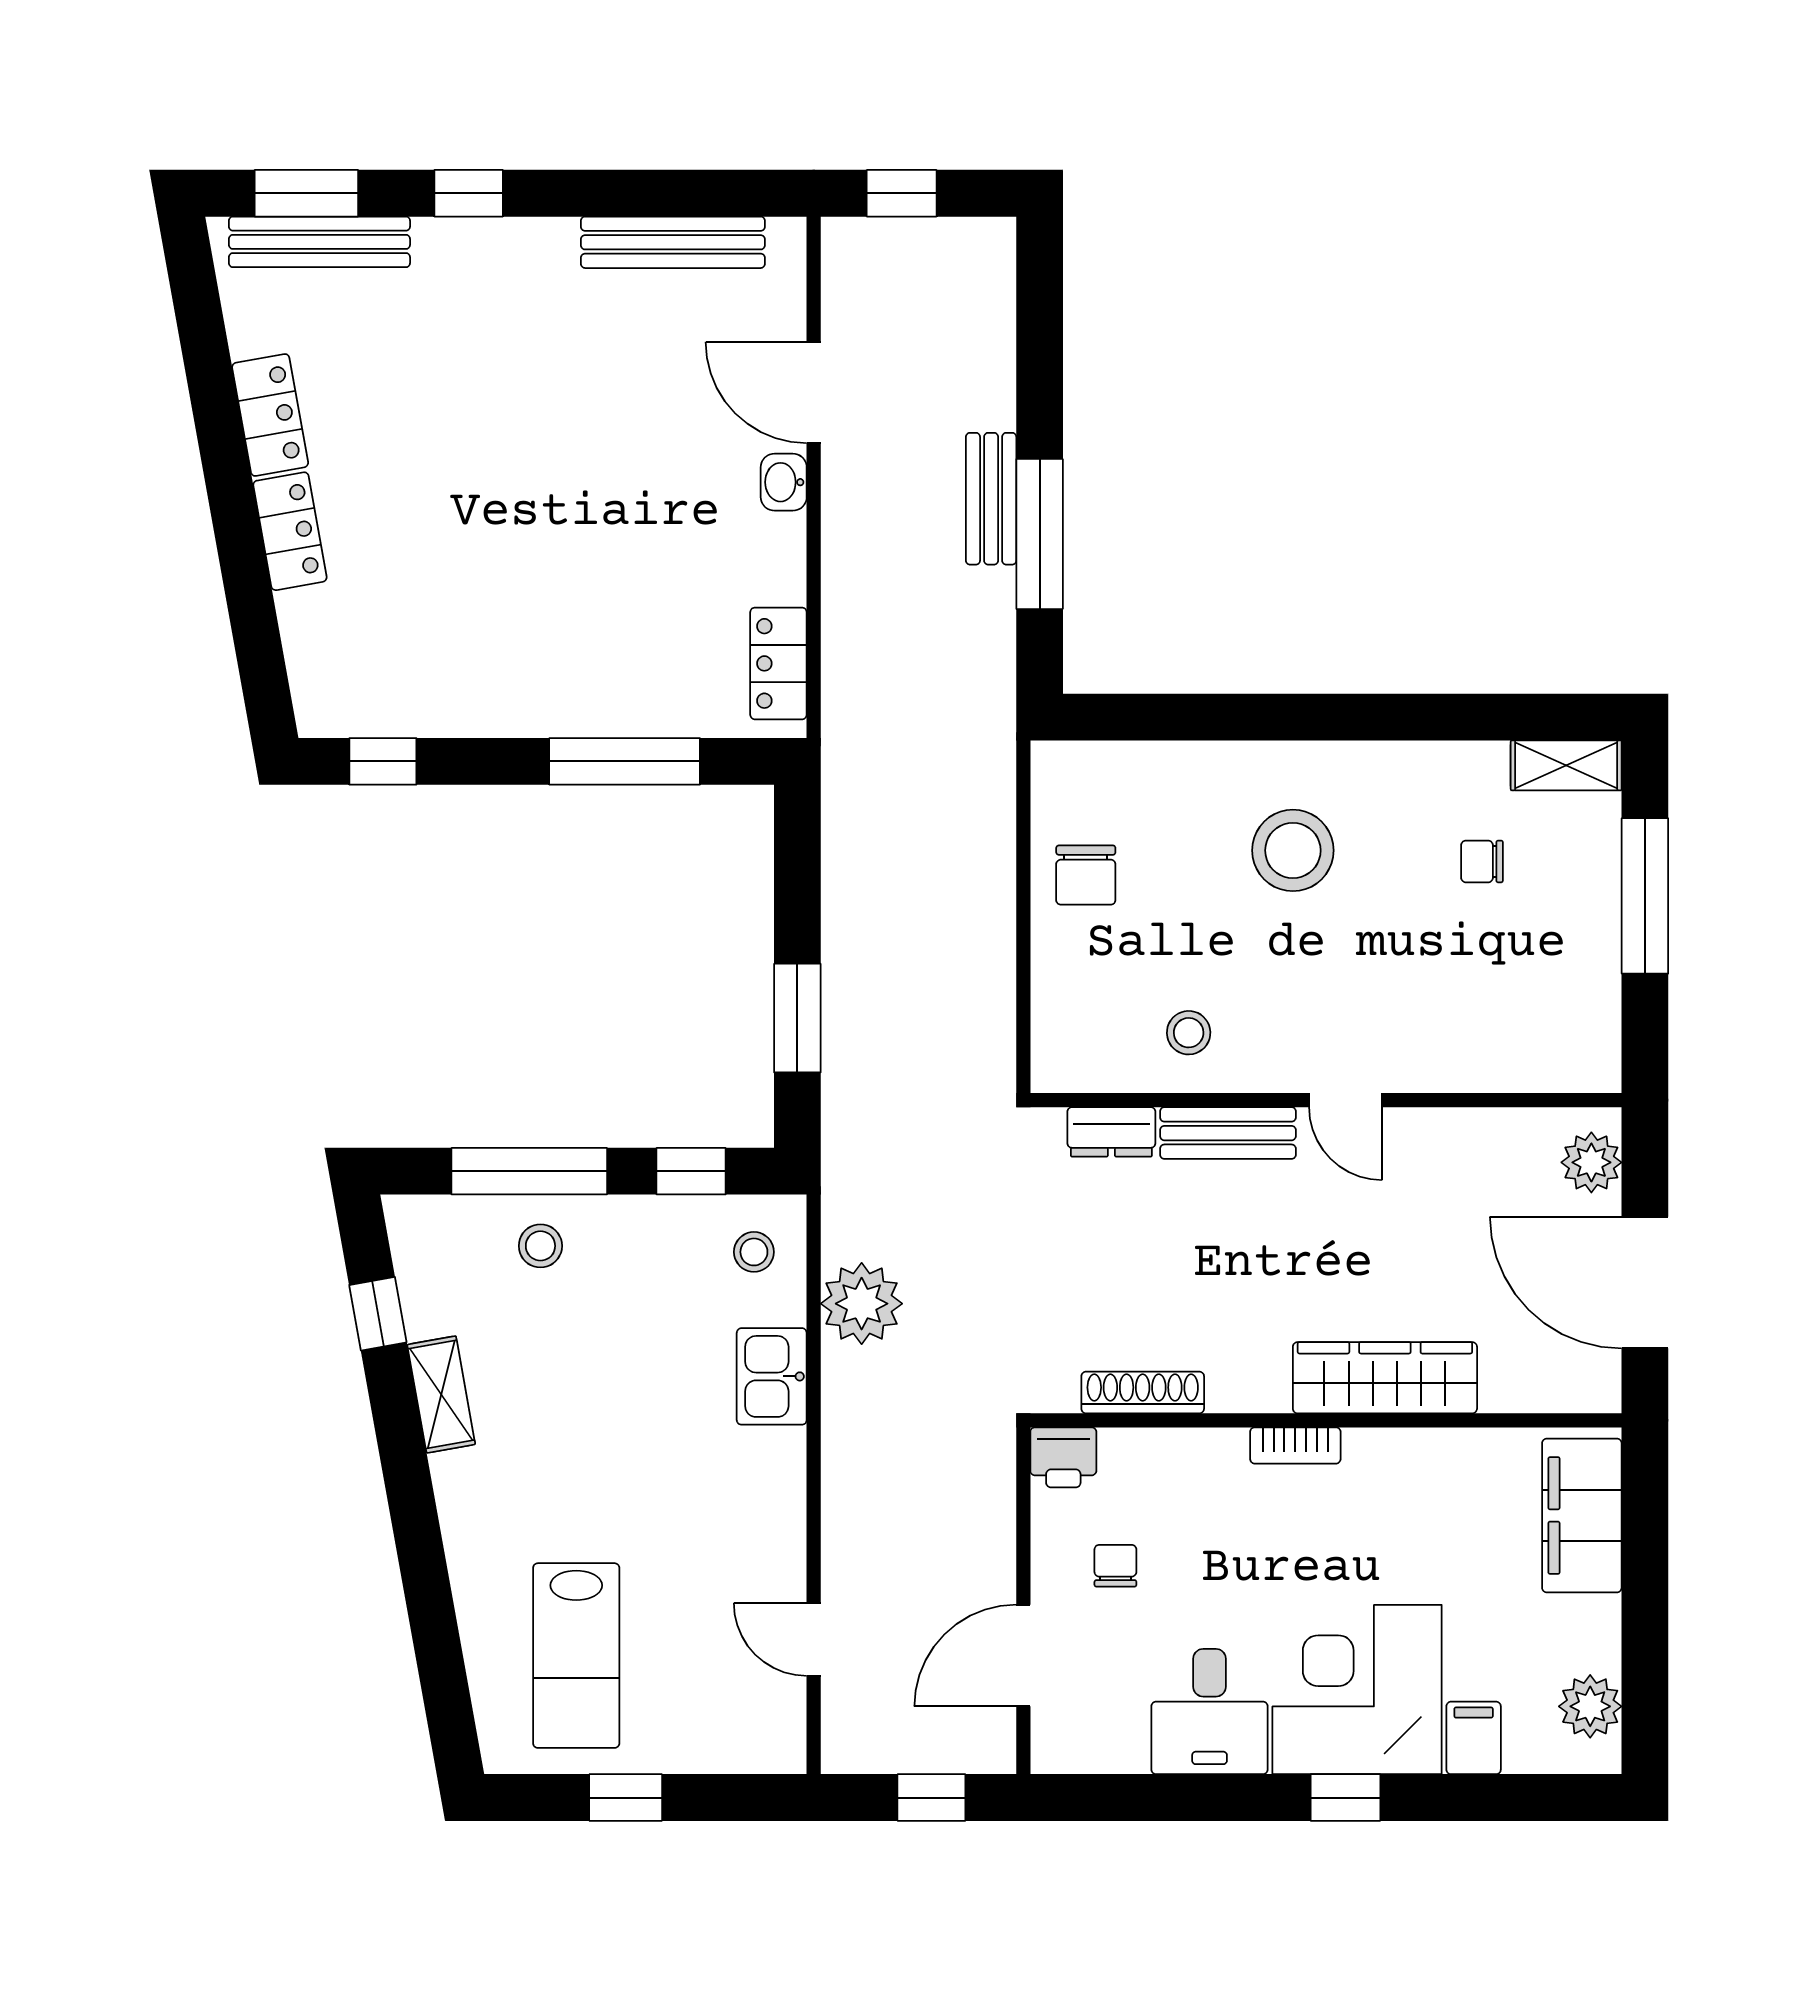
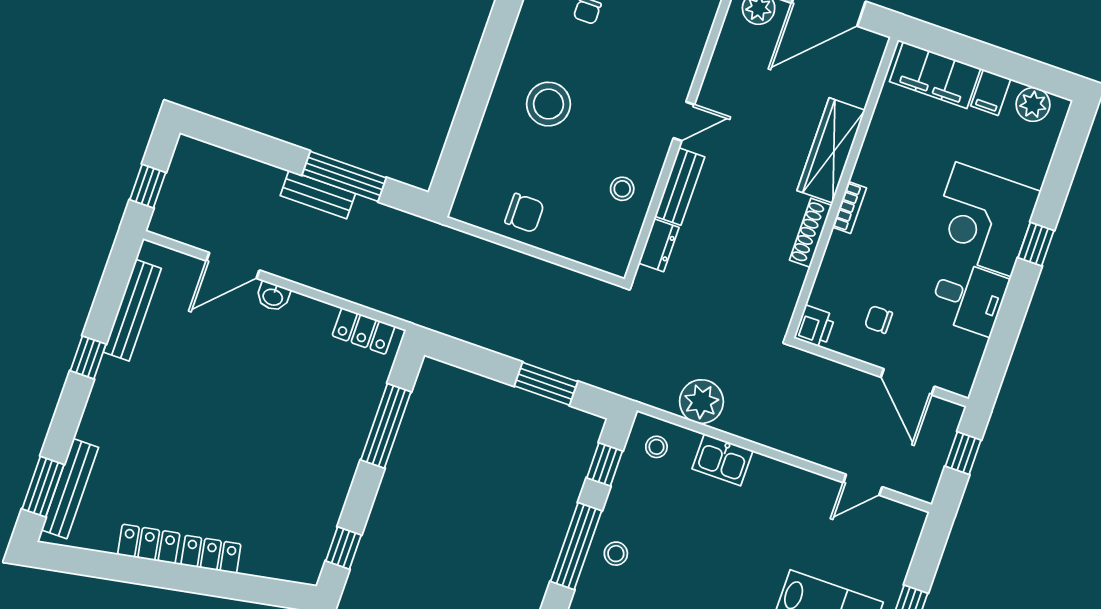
window: (469, 193) -> (88, 357), moved
shoe rack: (1143, 1392) -> (811, 233), moved
filing cabinet: (1474, 1738) -> (991, 92), moved, turned -90

